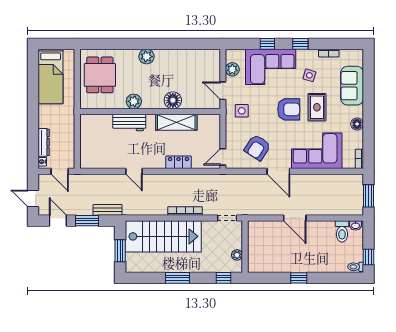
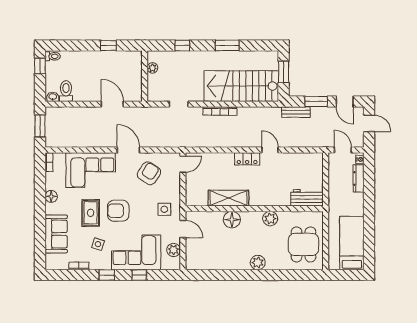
workbench: (129, 123) -> (307, 198), moved
locker: (179, 162) -> (247, 159), moved
wall: (245, 247) -> (145, 76), moved
plant: (237, 255) -> (152, 68), moved

